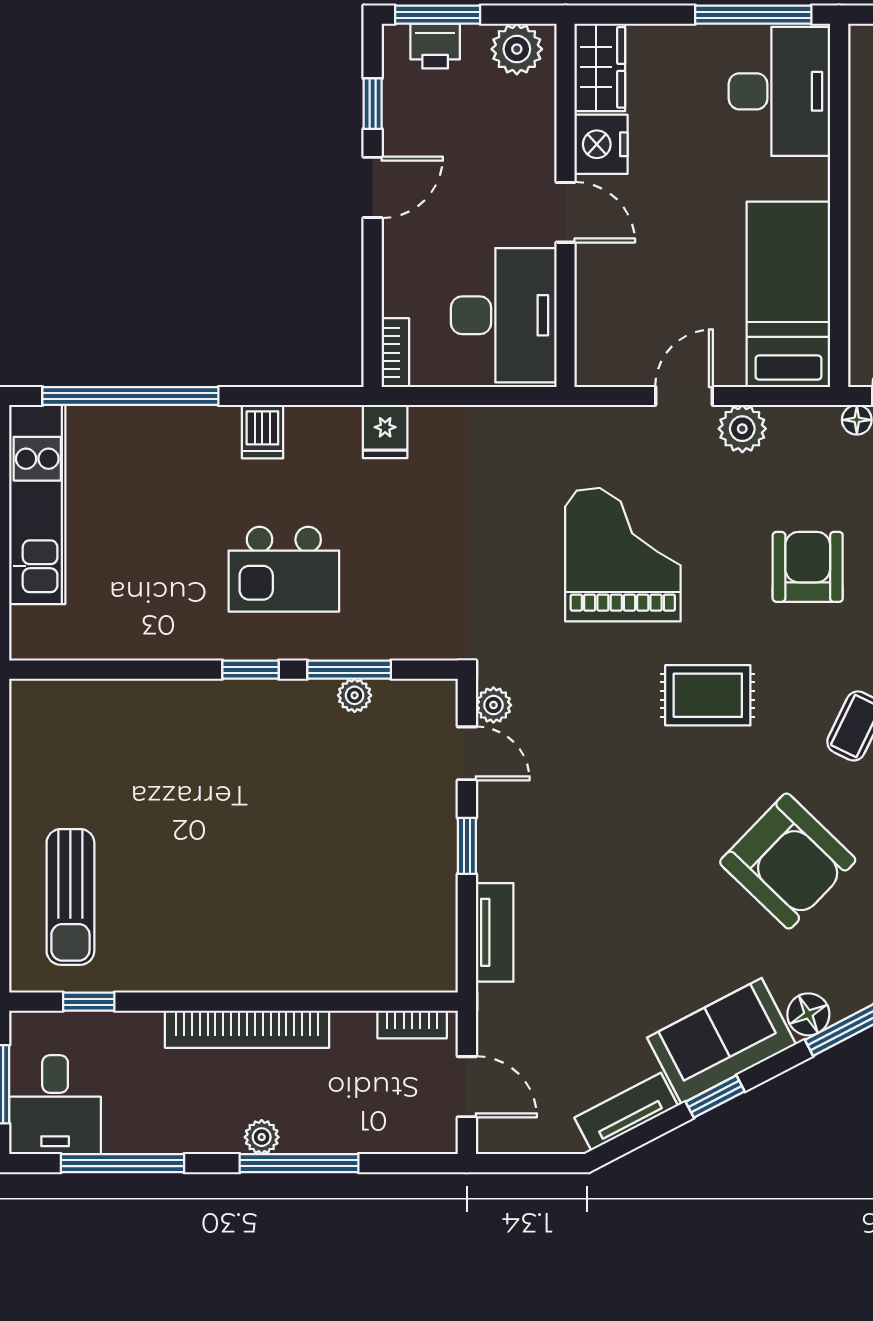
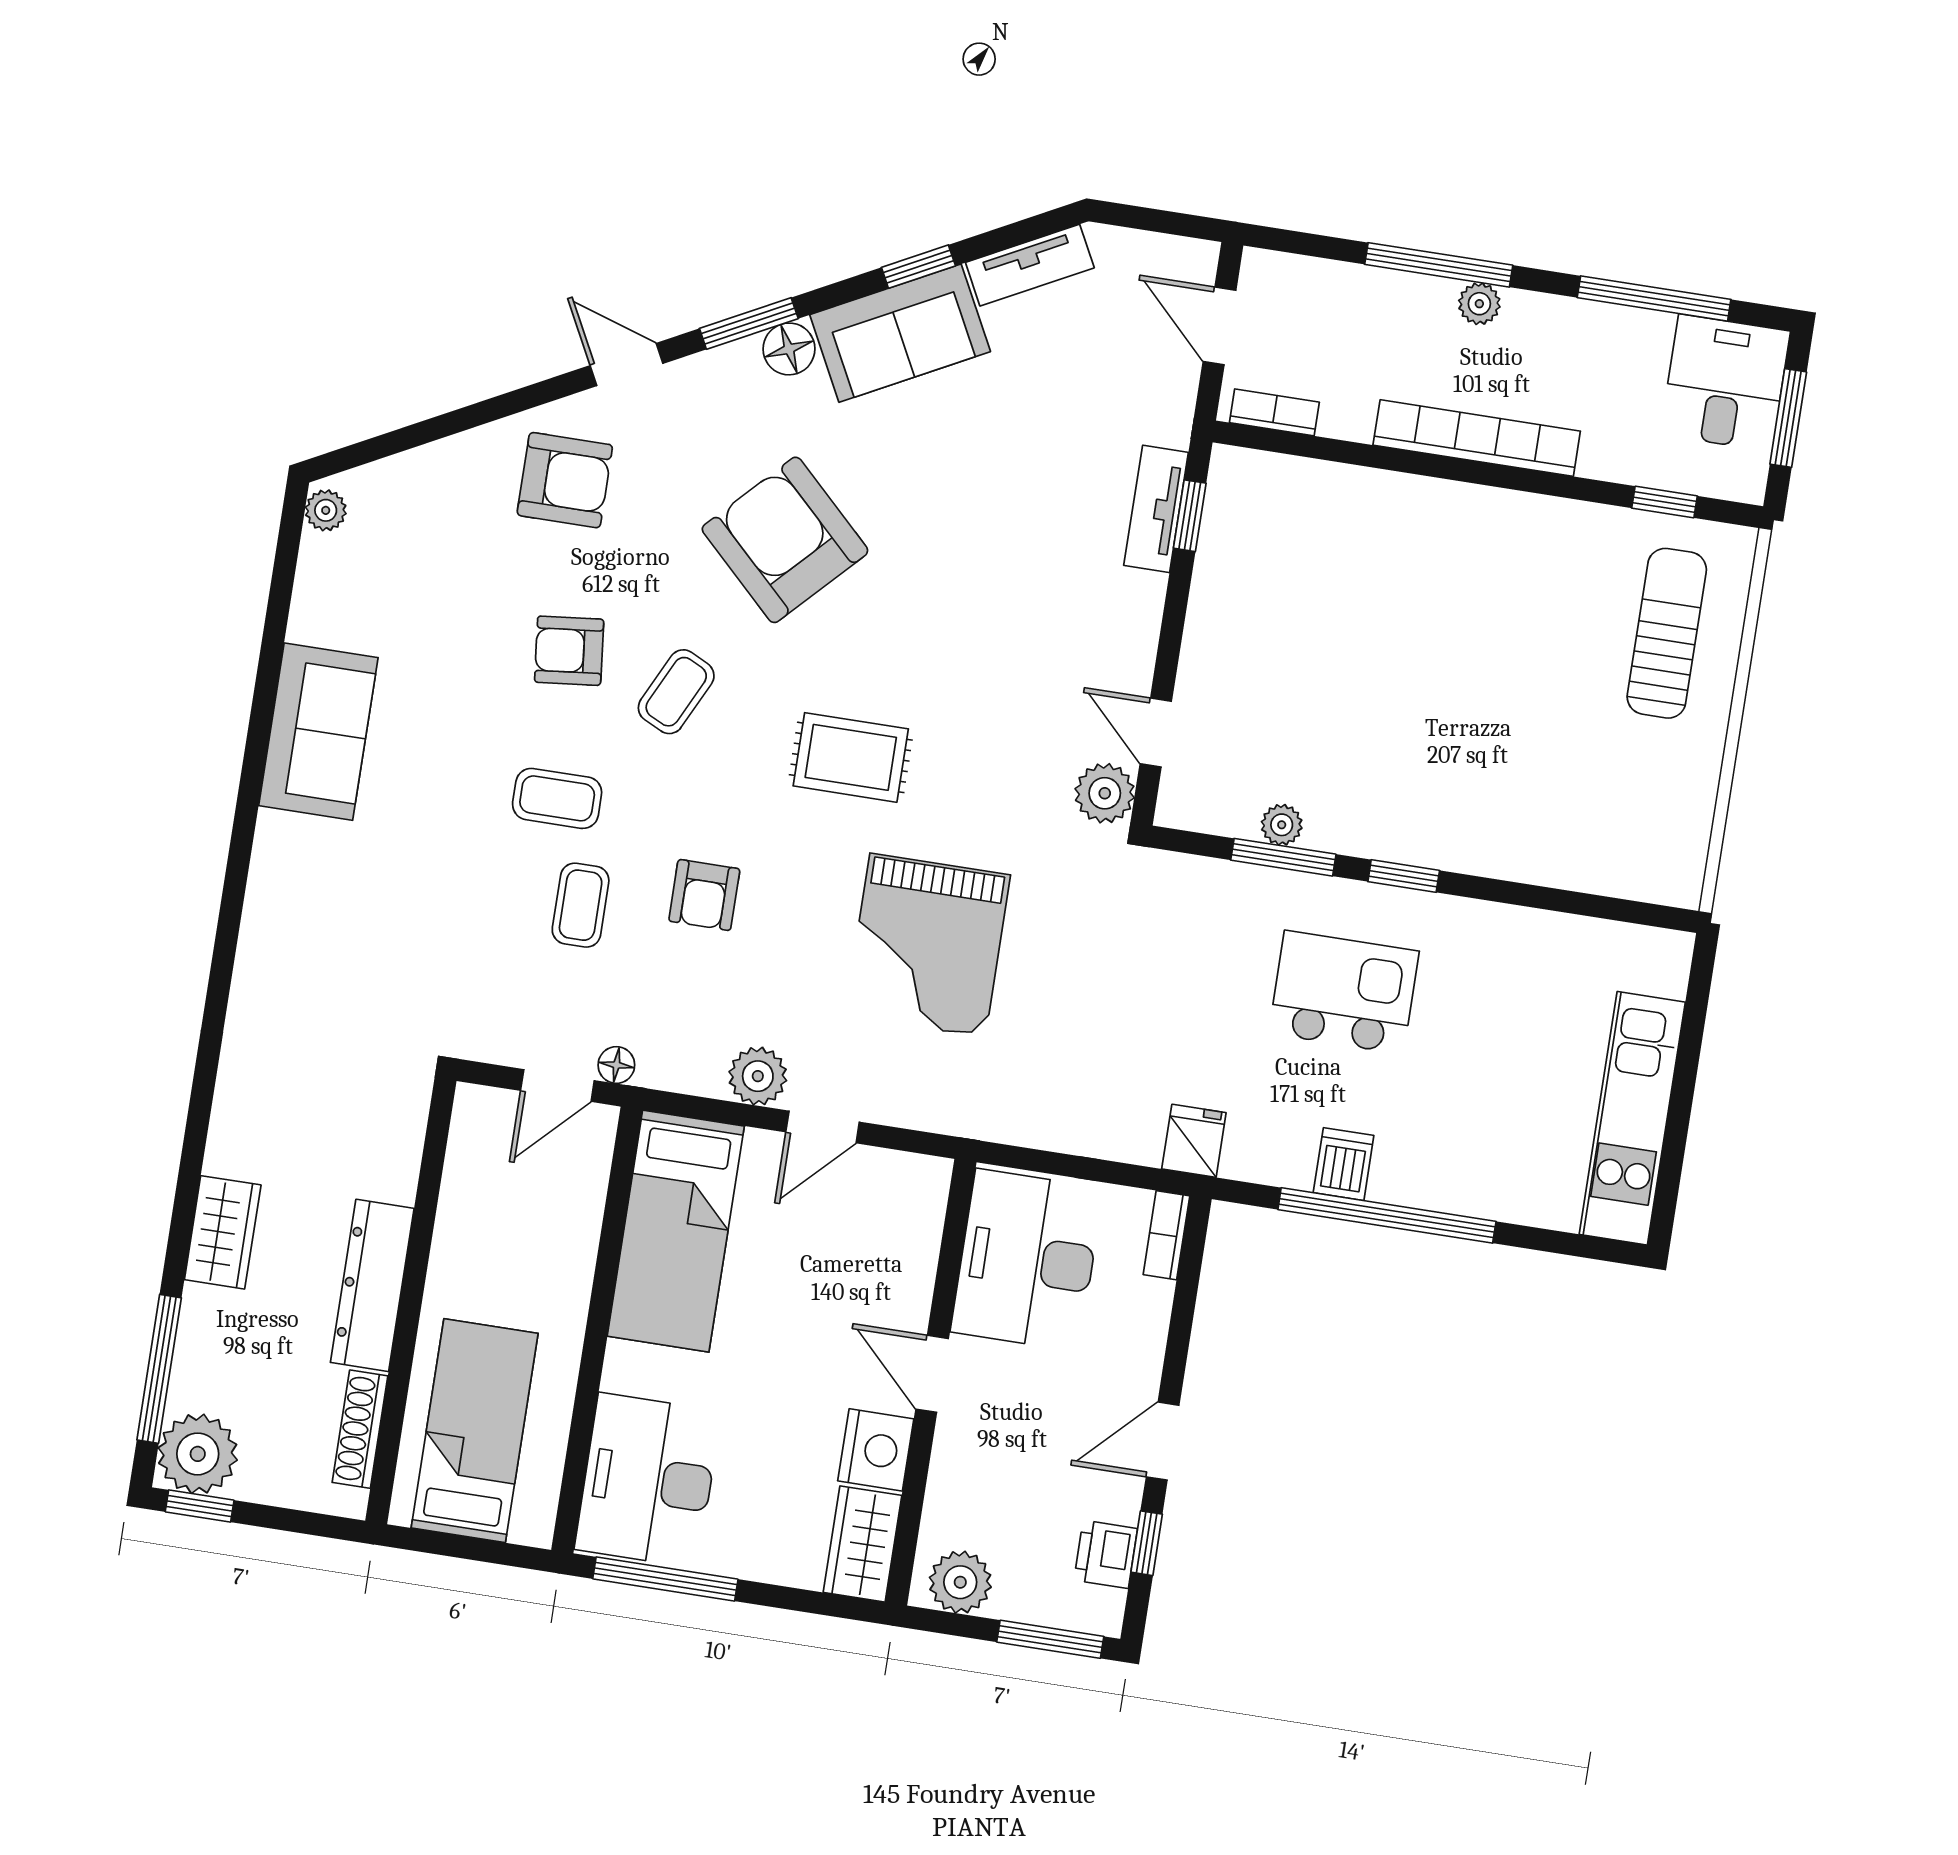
printer: (435, 46) -> (1106, 1554), moved, turned -90
window: (130, 396) -> (1387, 1215), moved
armchair: (808, 567) -> (704, 895), width x0.72, depth x0.72
plant: (493, 705) -> (1105, 793), width x1.38, depth x1.38
window: (467, 846) -> (1190, 516), moved

